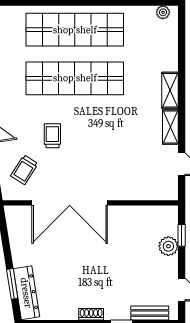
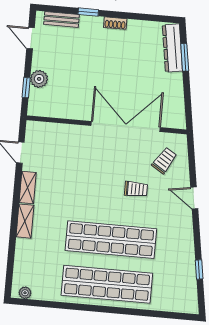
trolley: (52, 136) -> (136, 189), turned -90

